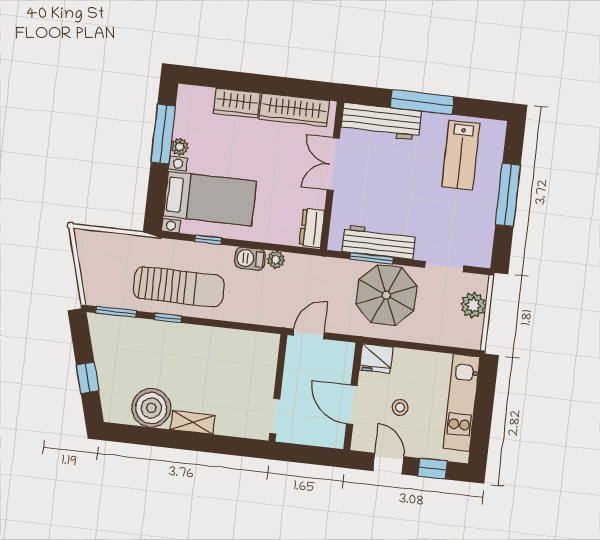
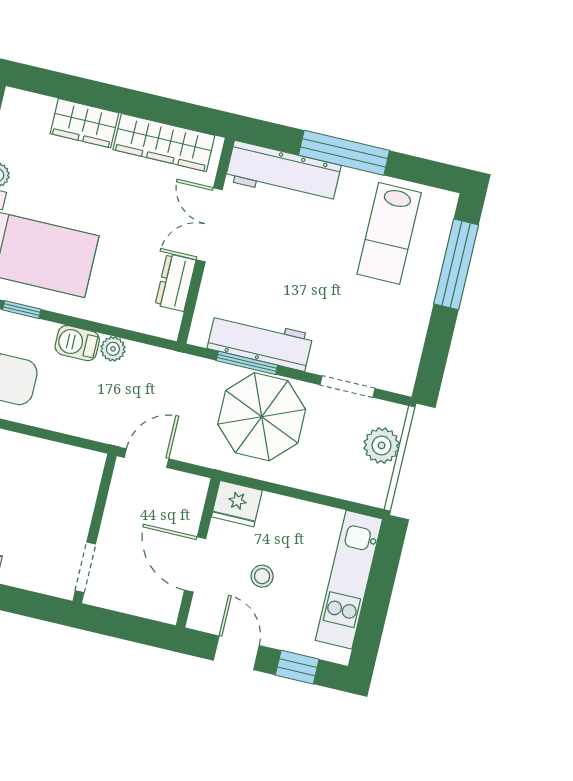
window: (508, 195) -> (456, 264), moved
dresser: (312, 228) -> (175, 282), moved

